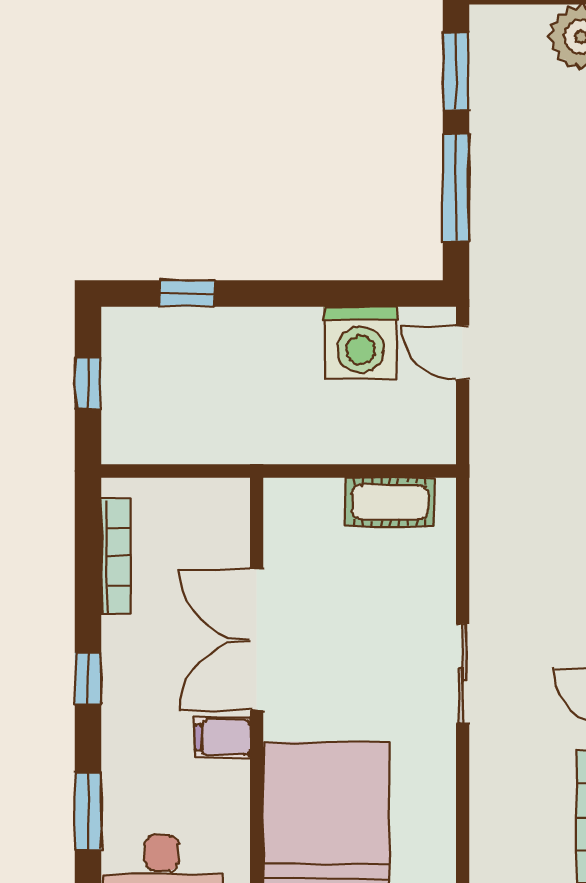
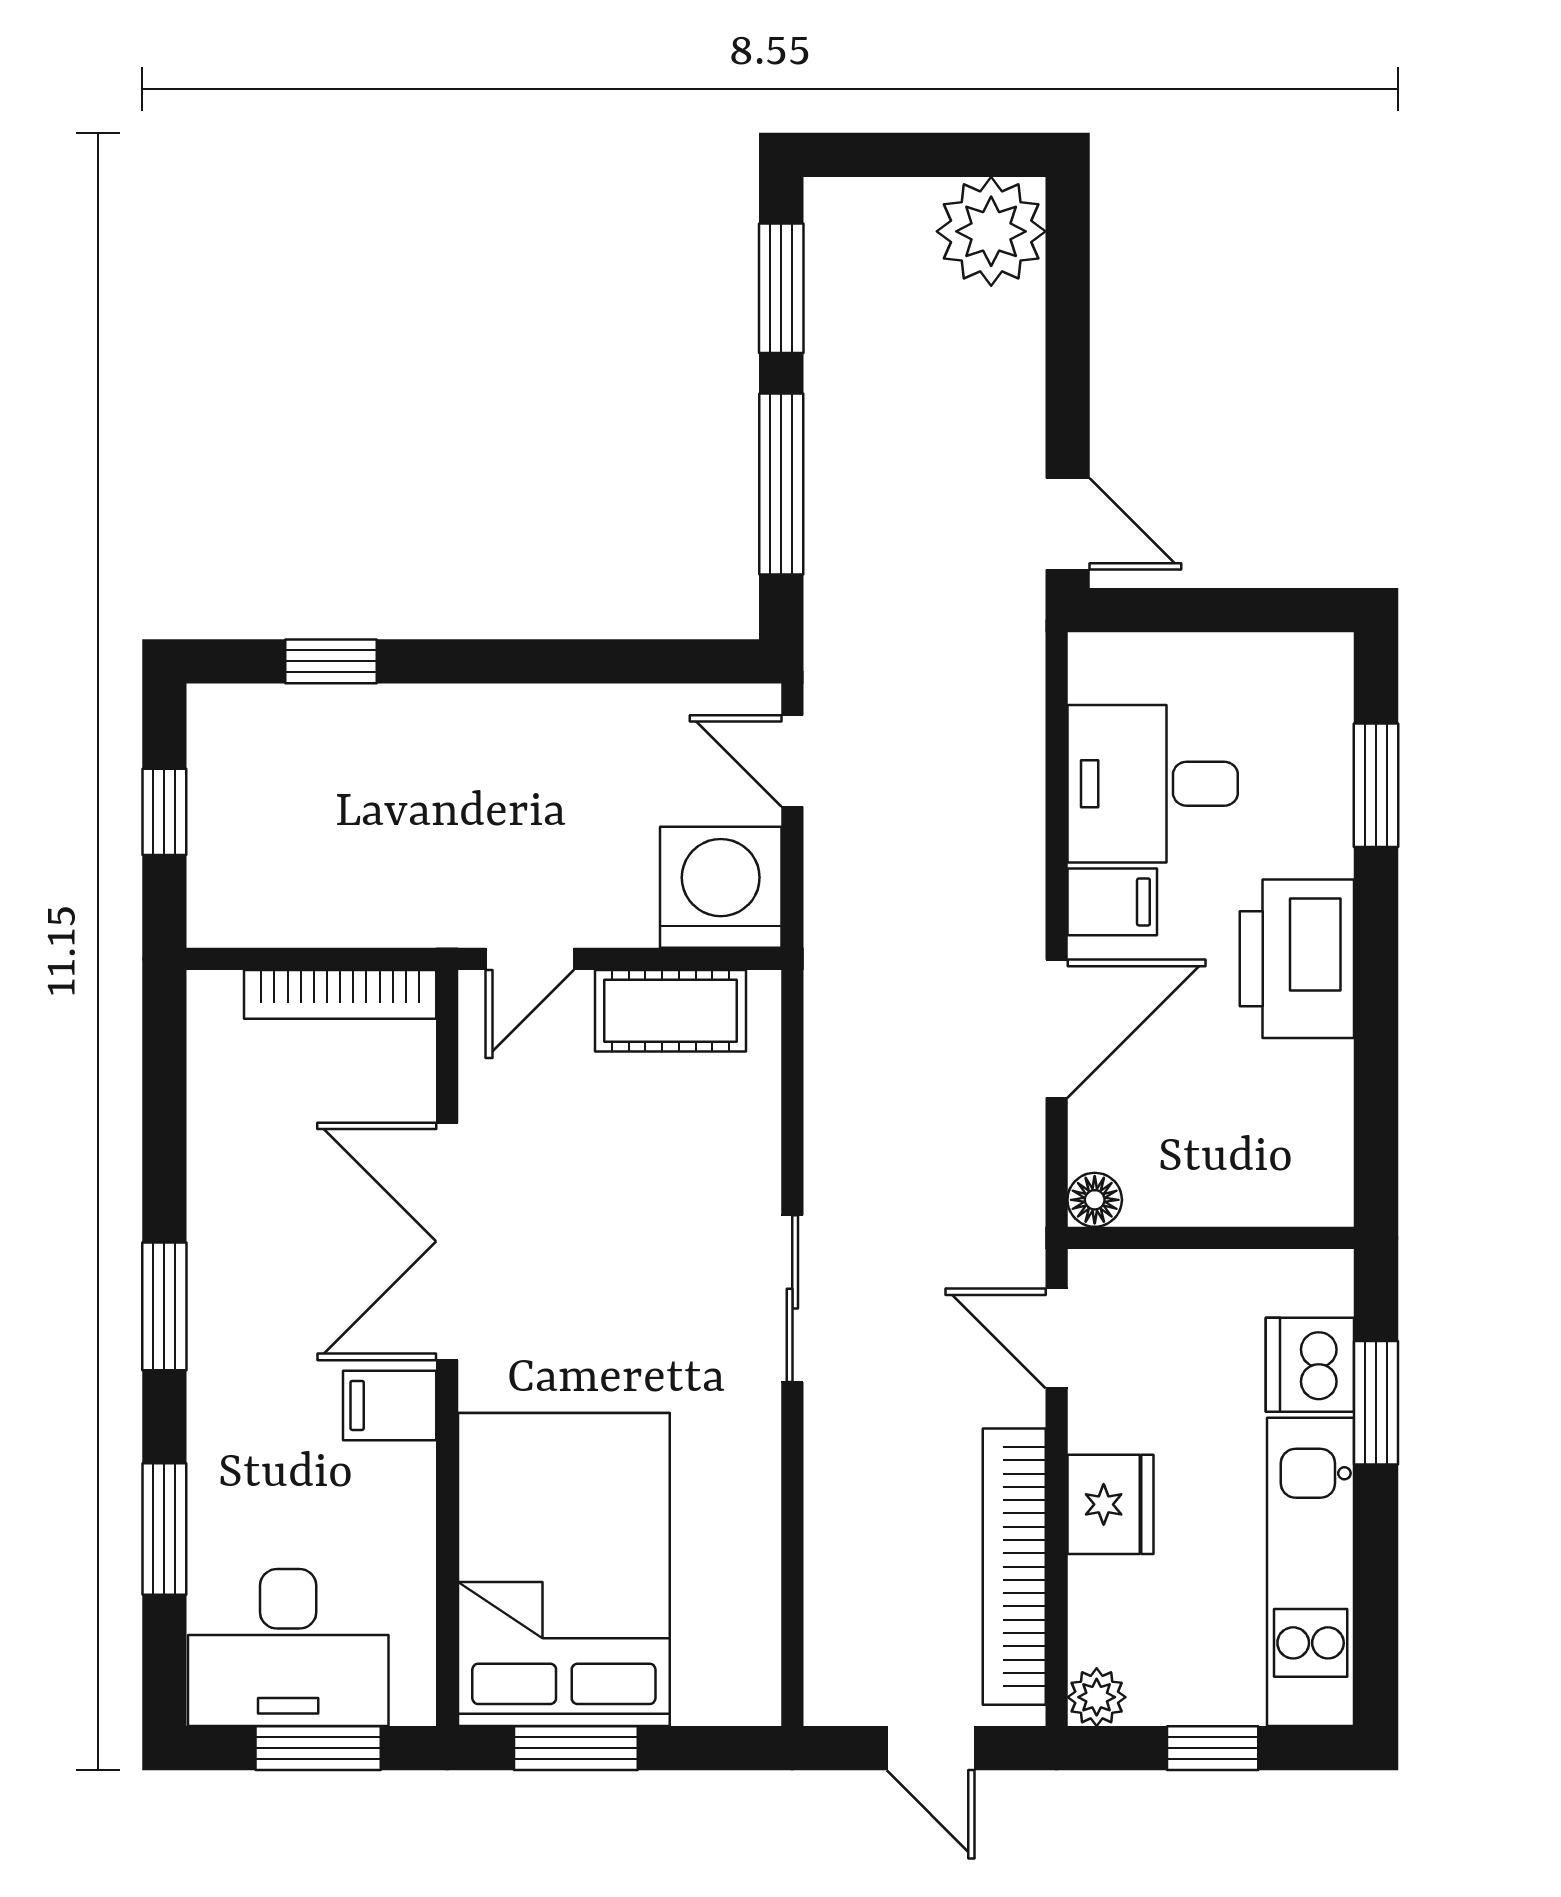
washing machine: (360, 343) -> (721, 887), moved, turned 180
door: (306, 471) -> (530, 959), added
bookcase: (116, 556) -> (340, 994), moved, turned 90
window: (88, 678) -> (164, 1306), width x1.50

